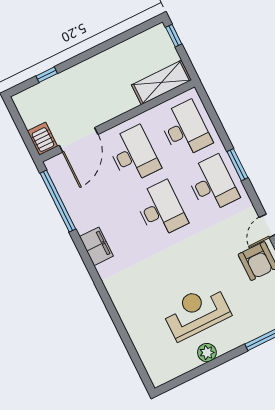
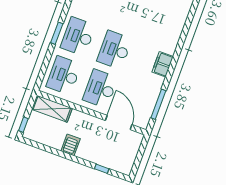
server rack: (42, 139) -> (71, 145), moved, turned 180
door: (79, 140) -> (119, 123), hinge flipped
window: (58, 201) -> (158, 104), width x0.68

